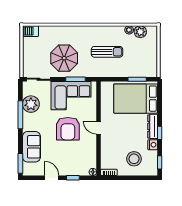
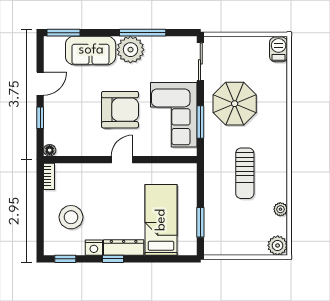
plant: (140, 32) -> (278, 245), moved
bed: (136, 99) -> (161, 220), width x0.67
plant: (31, 104) -> (130, 50), moved
armchair: (68, 129) -> (120, 110), turned 180

